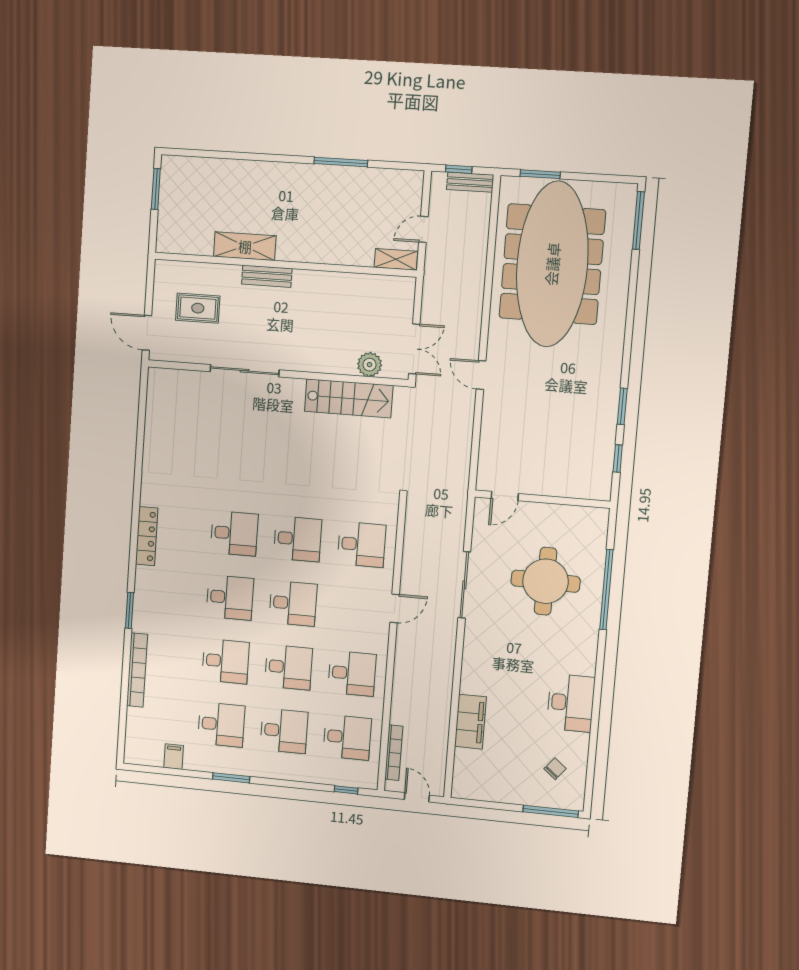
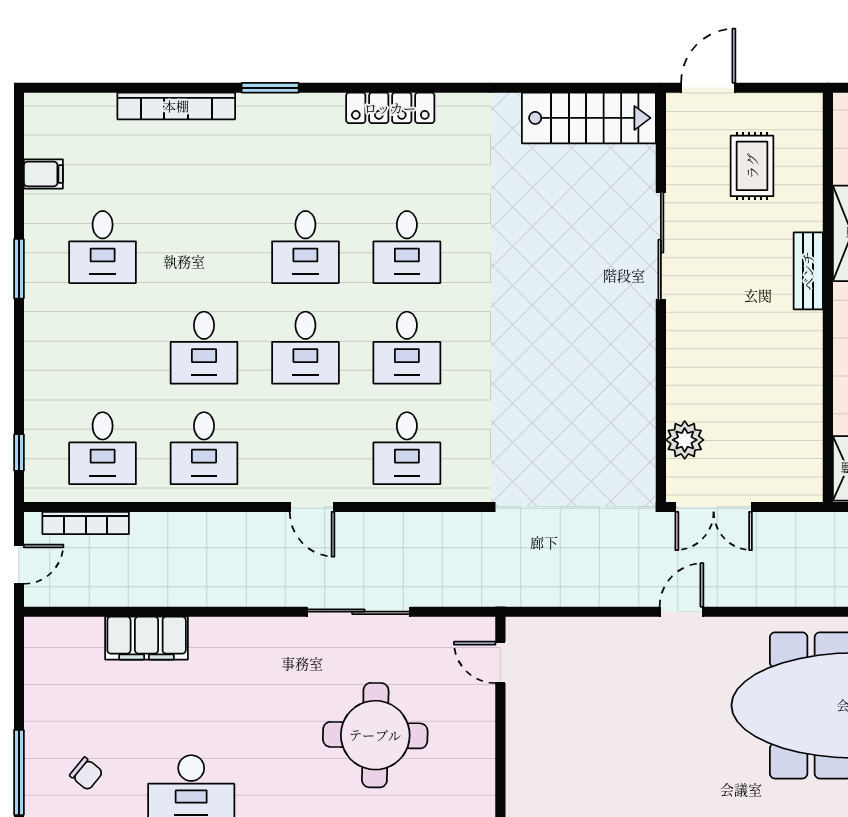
stairs: (349, 398) -> (589, 118), moved, turned -90
desk: (226, 661) -> (204, 247), removed
desk: (284, 731) -> (103, 348), removed

